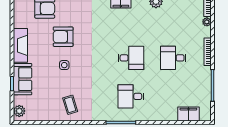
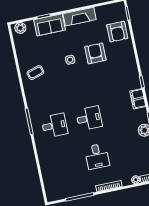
desk: (131, 58) -> (89, 118), turned -90
desk: (173, 58) -> (97, 156), turned 180
desk: (131, 96) -> (54, 126), turned 90
filing cabinet: (188, 114) -> (49, 181), removed

